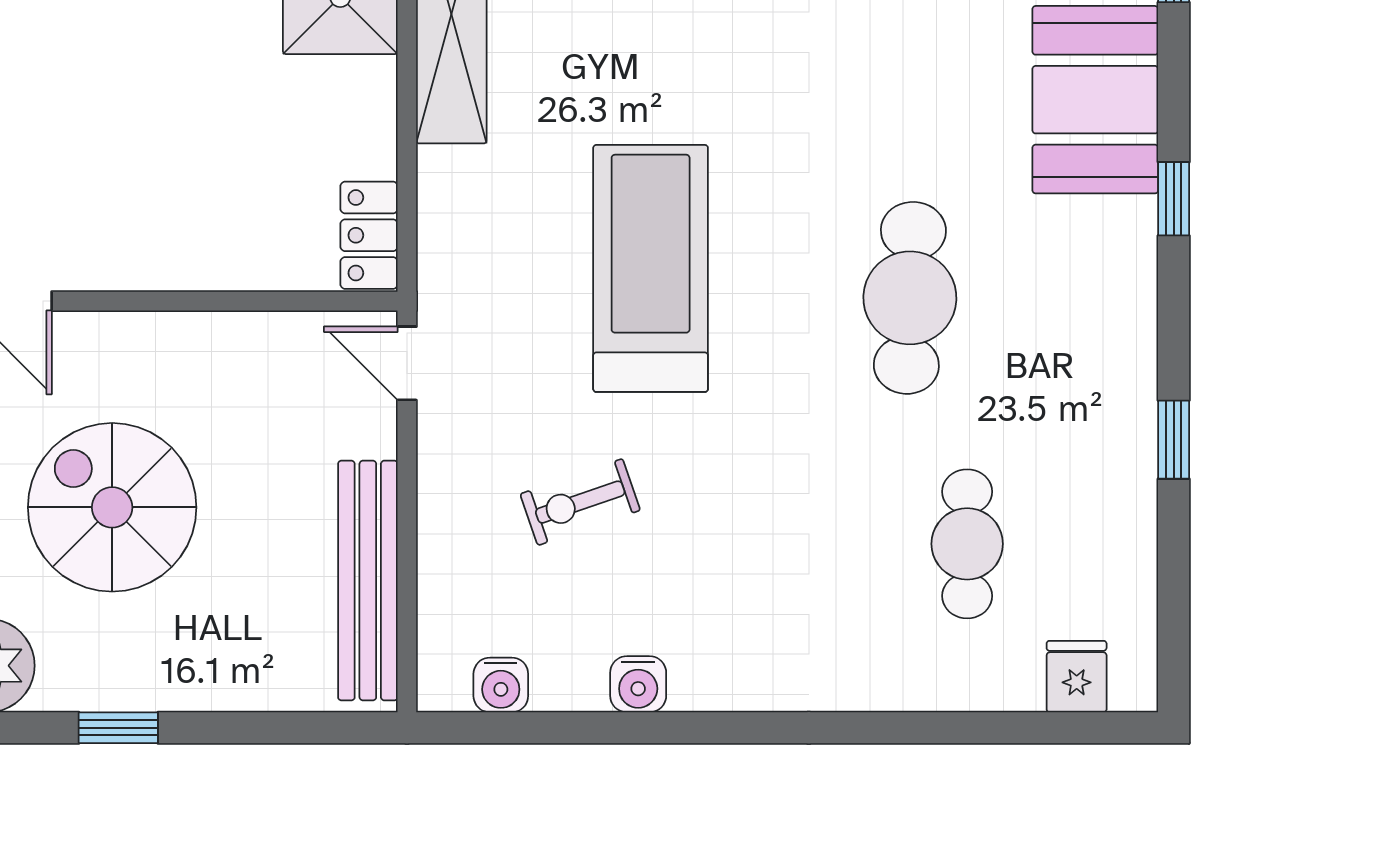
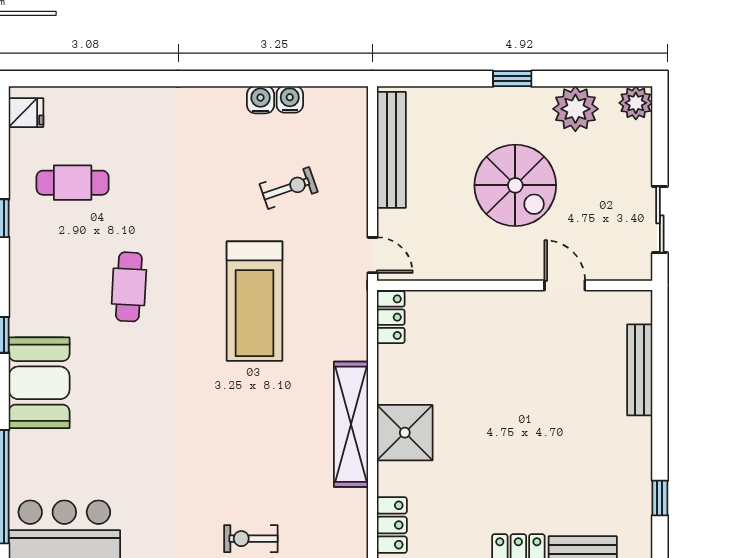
cafe table: (910, 298) -> (129, 287), width x0.73, depth x0.74
cafe table: (967, 544) -> (73, 183), moved, turned 90
fridge: (1077, 677) -> (26, 113), moved, turned -90
water cooler: (501, 685) -> (290, 99), moved

